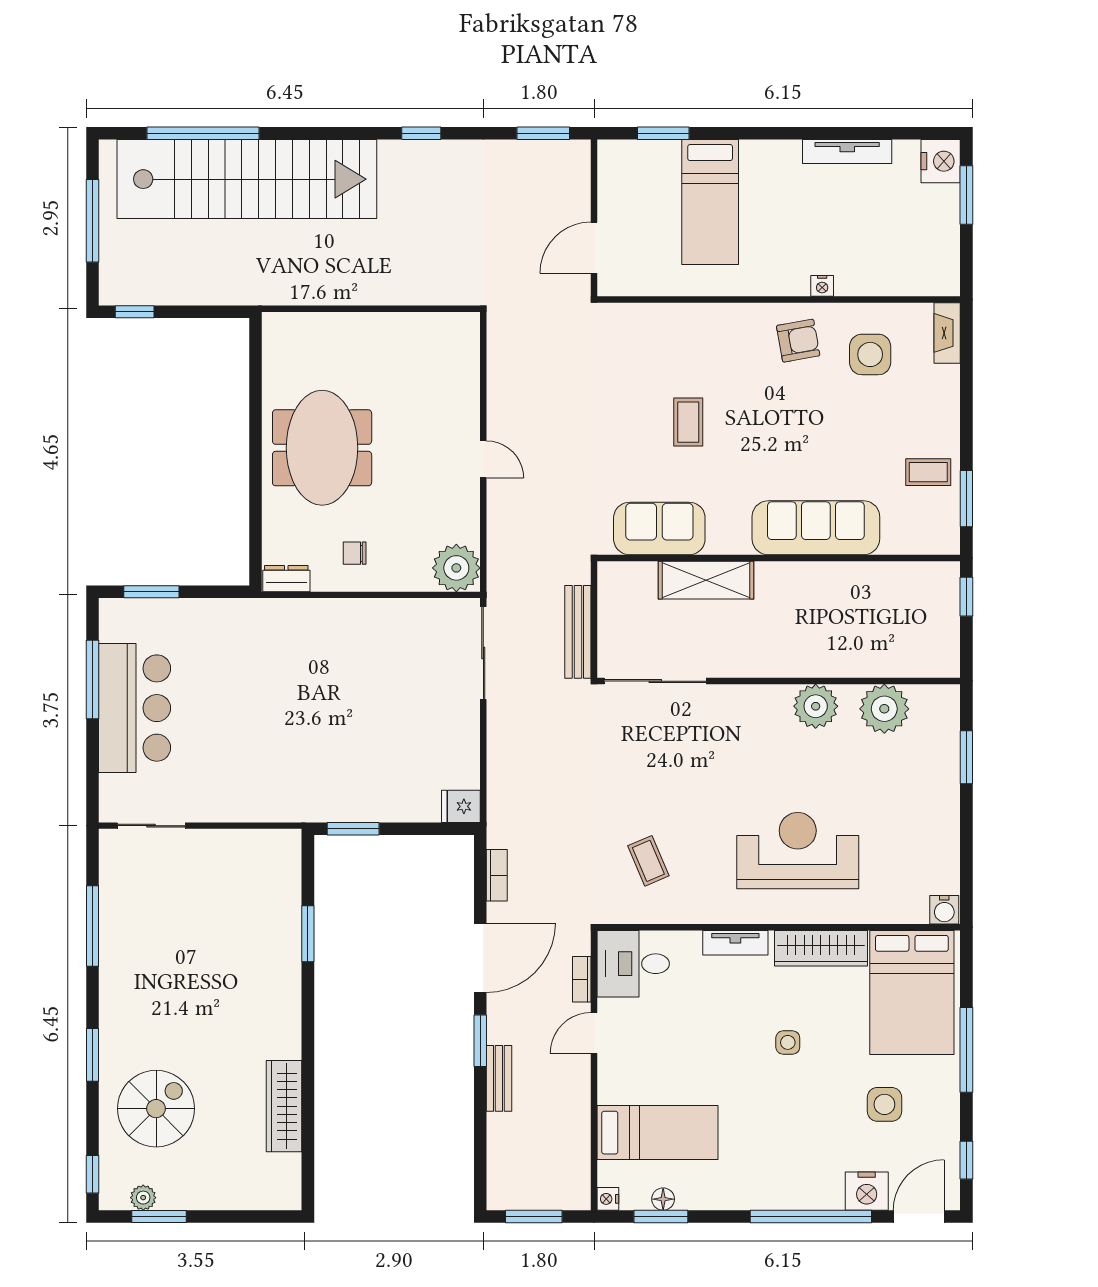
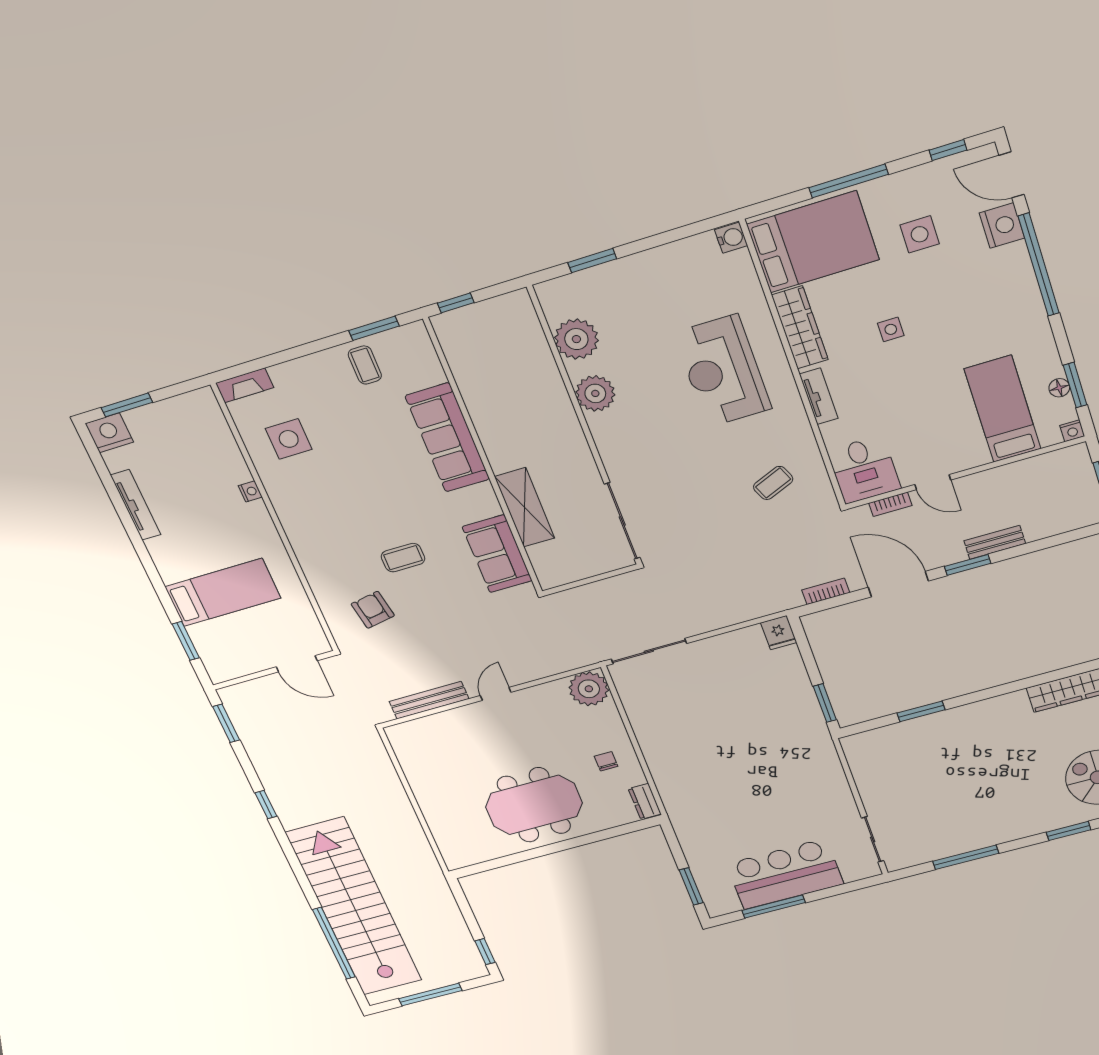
armchair: (798, 341) -> (373, 610), moved
chair: (355, 553) -> (606, 761), turned 180
bench: (578, 632) -> (429, 700), moved

